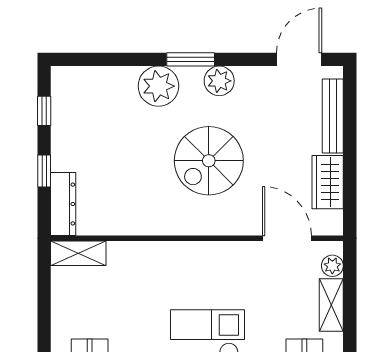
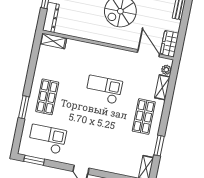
wardrobe: (328, 182) -> (169, 44), moved

